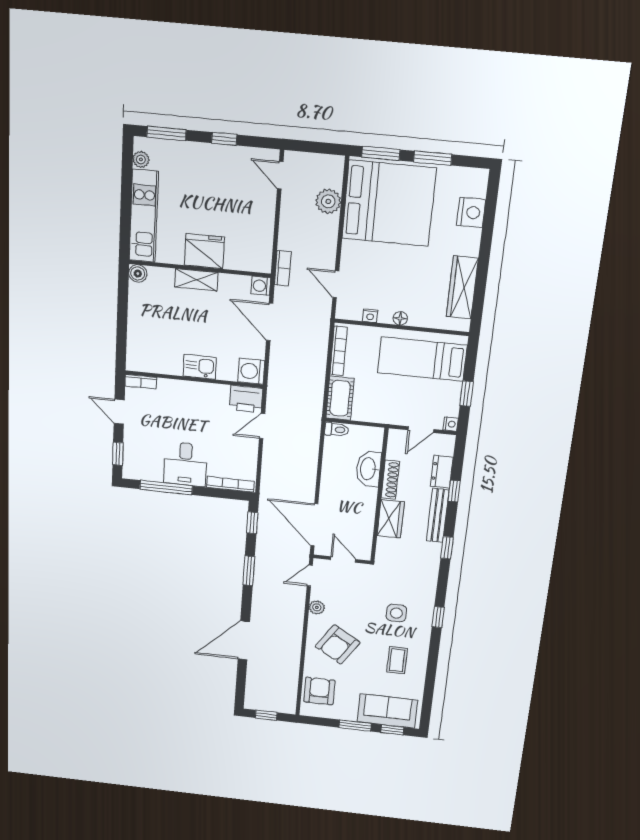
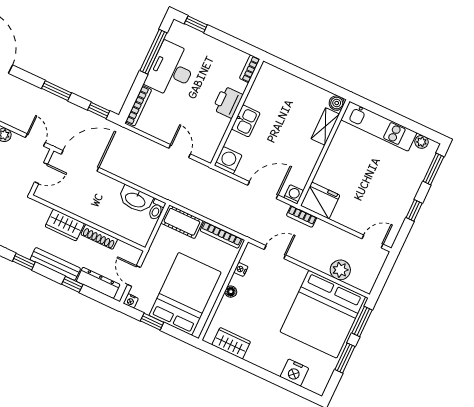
fridge: (204, 251) -> (320, 200), moved, turned -90
shelving: (196, 280) -> (325, 126), moved
wardrobe: (462, 287) -> (231, 343), width x0.67
bed: (422, 359) -> (185, 294), width x1.50
printer: (246, 399) -> (228, 102), moved
door: (119, 412) -> (231, 41), removed
desk: (185, 464) -> (171, 70), width x1.37
washbasin: (369, 469) -> (135, 200), moved, turned 180
dresser: (442, 472) -> (98, 283), width x1.44

